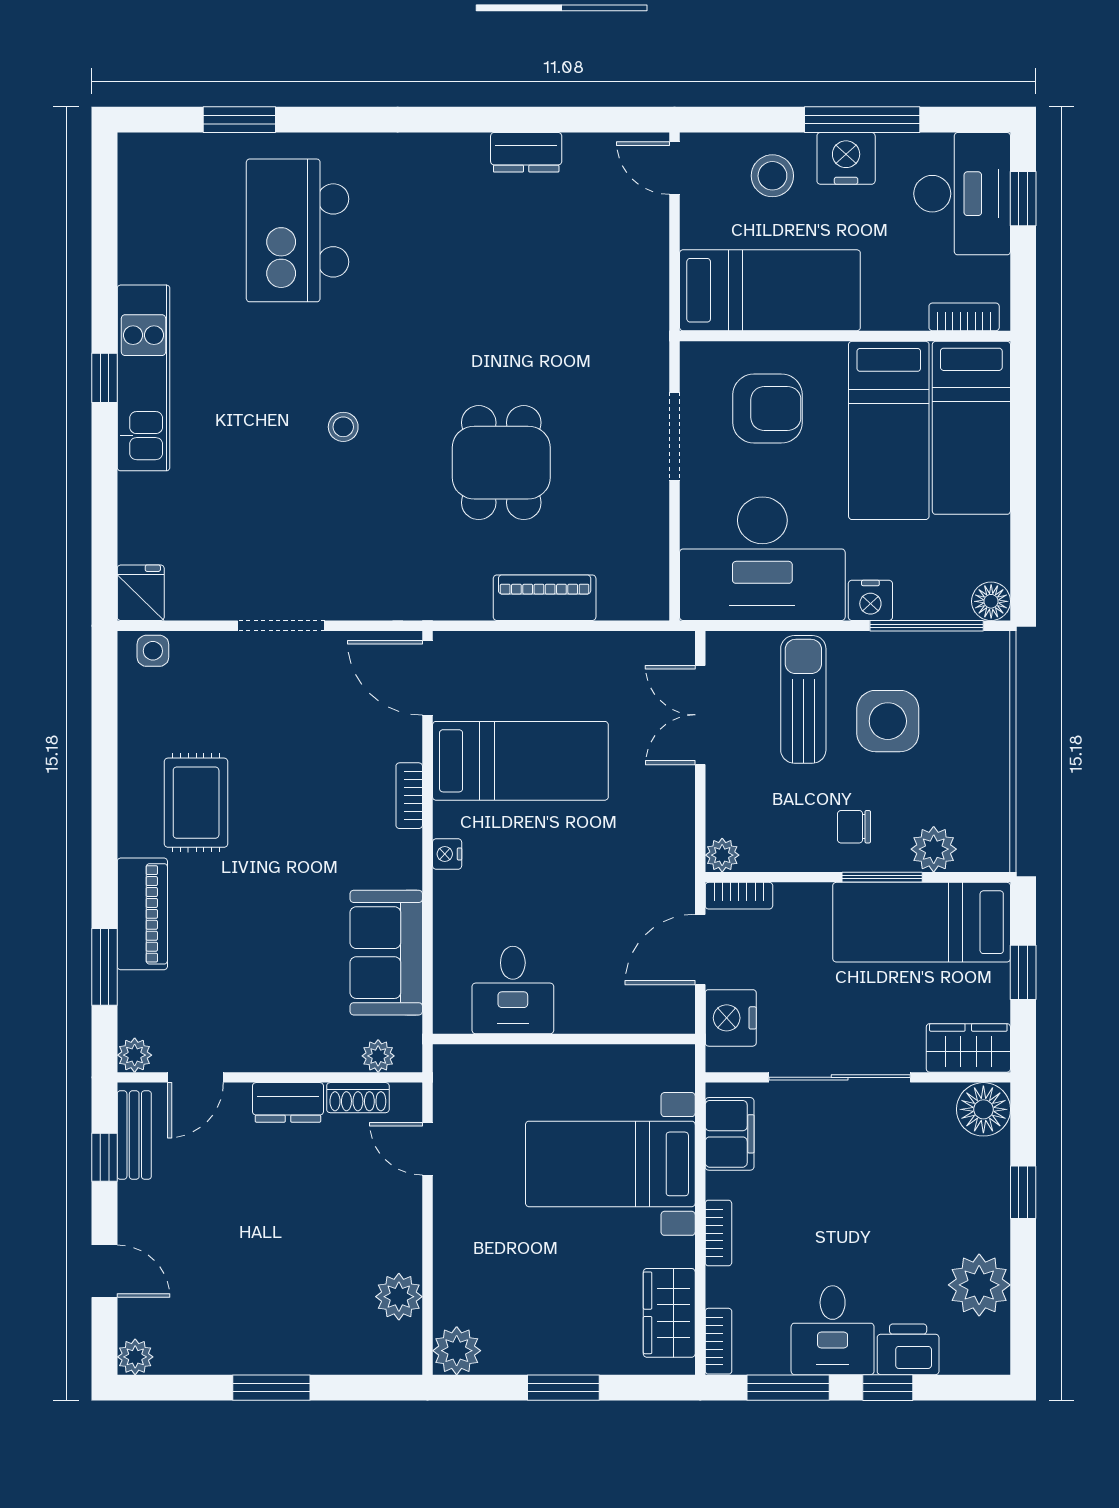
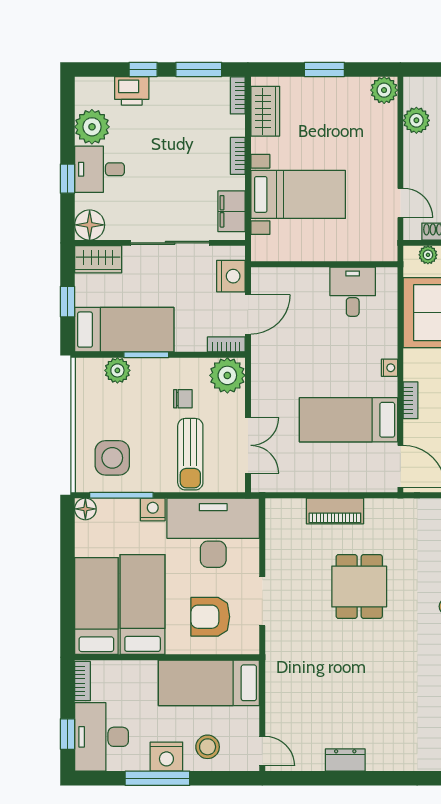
bookcase: (964, 317) -> (82, 681), moved, turned -90
side table: (888, 721) -> (112, 458), moved
chair: (854, 827) -> (183, 399), moved
plant: (722, 855) -> (227, 375), width x1.88, depth x1.88
desk: (833, 1330) -> (99, 169), moved, turned -90

